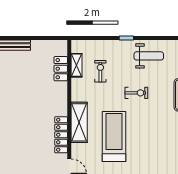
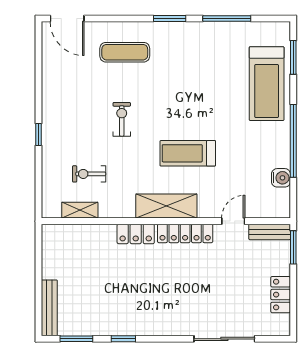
weight bench: (149, 56) -> (66, 101), removed
locker: (61, 69) -> (136, 234), moved
treadmill: (114, 136) -> (188, 153), width x0.73, depth x0.73

